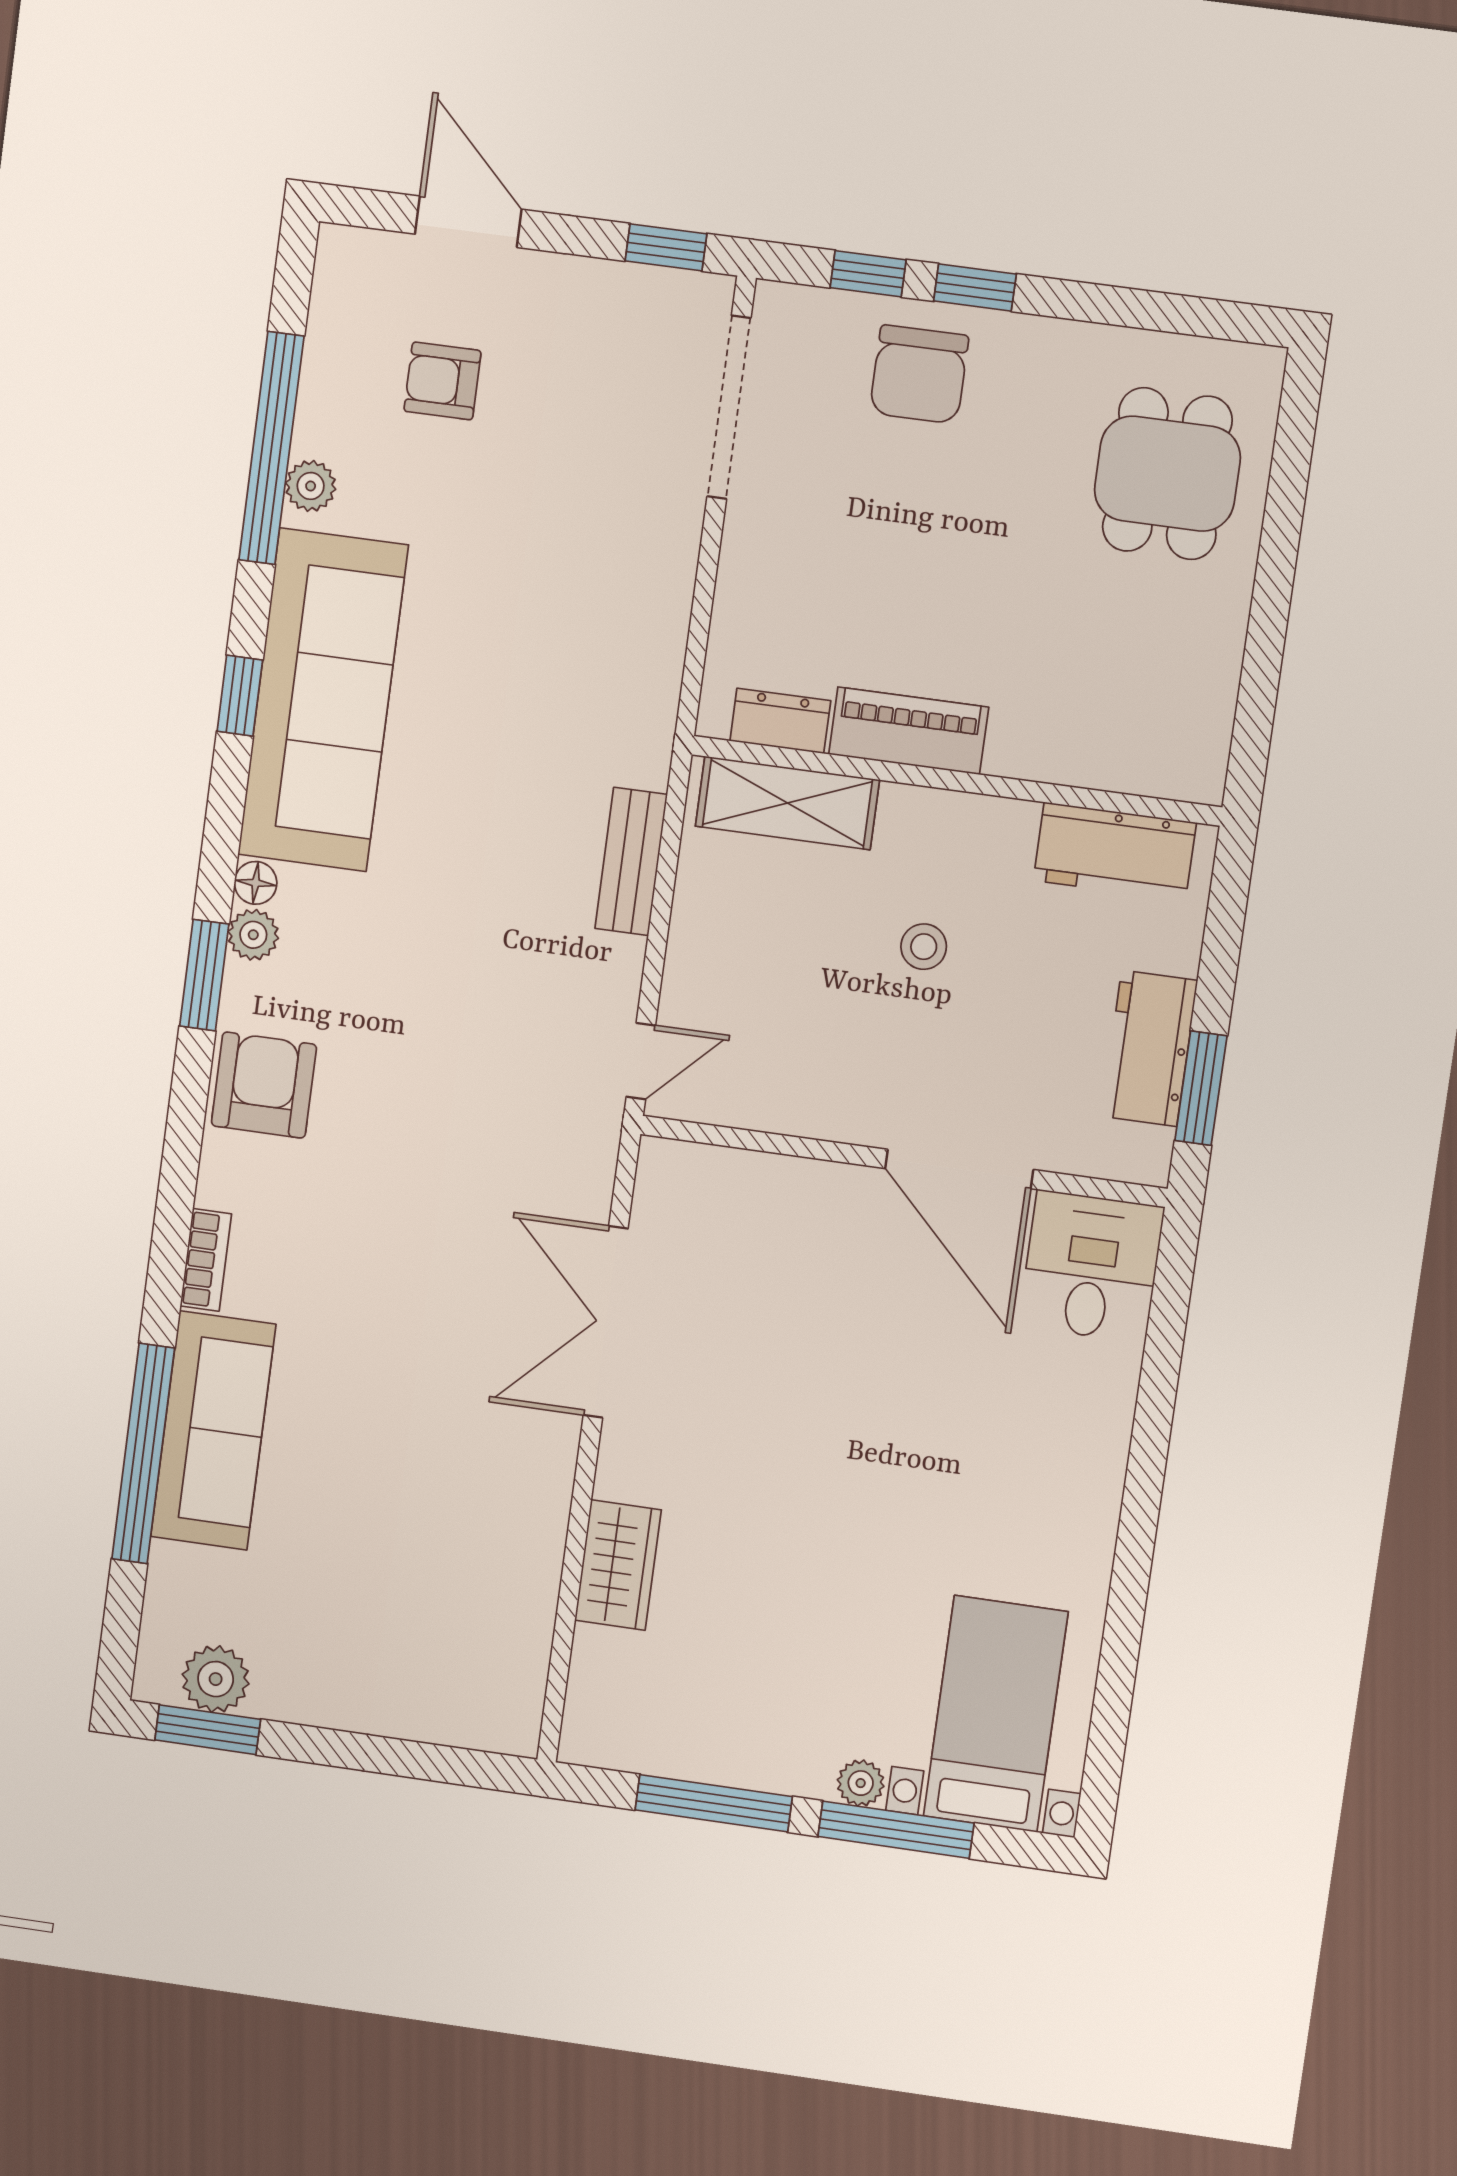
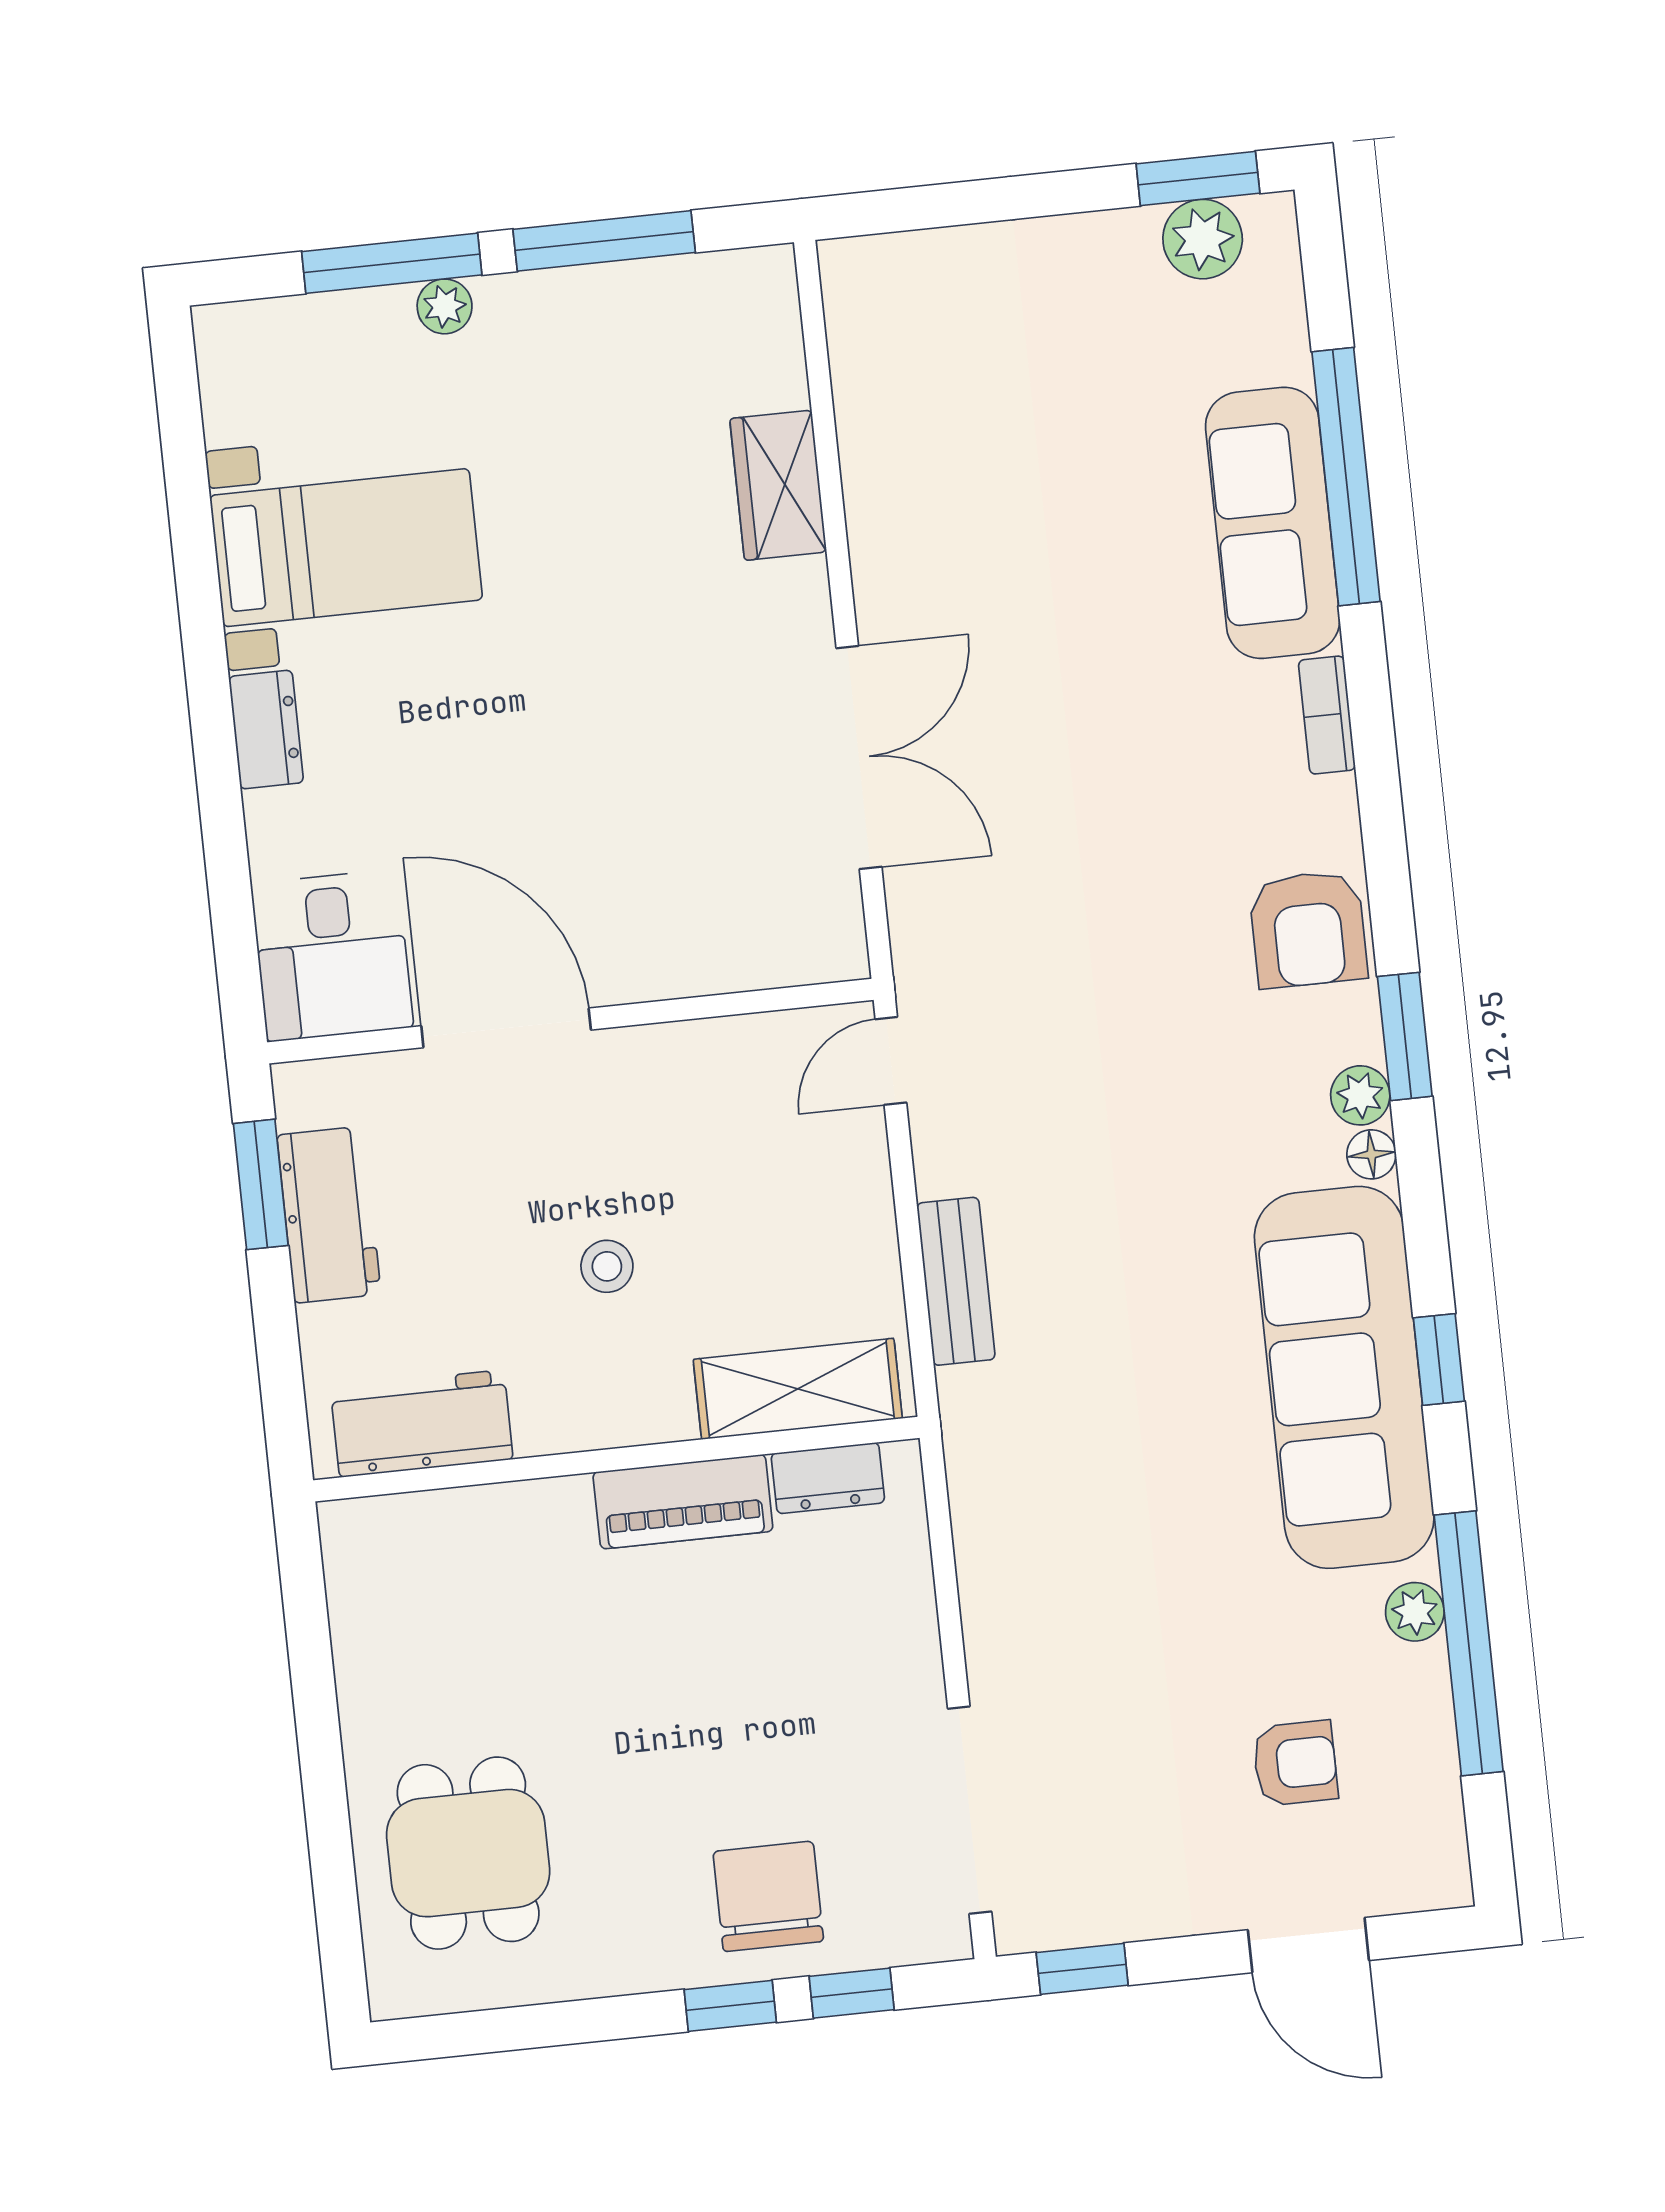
dresser: (1099, 1470) -> (266, 730), added
bed with nightstands: (996, 1714) -> (346, 548), moved, turned -90

